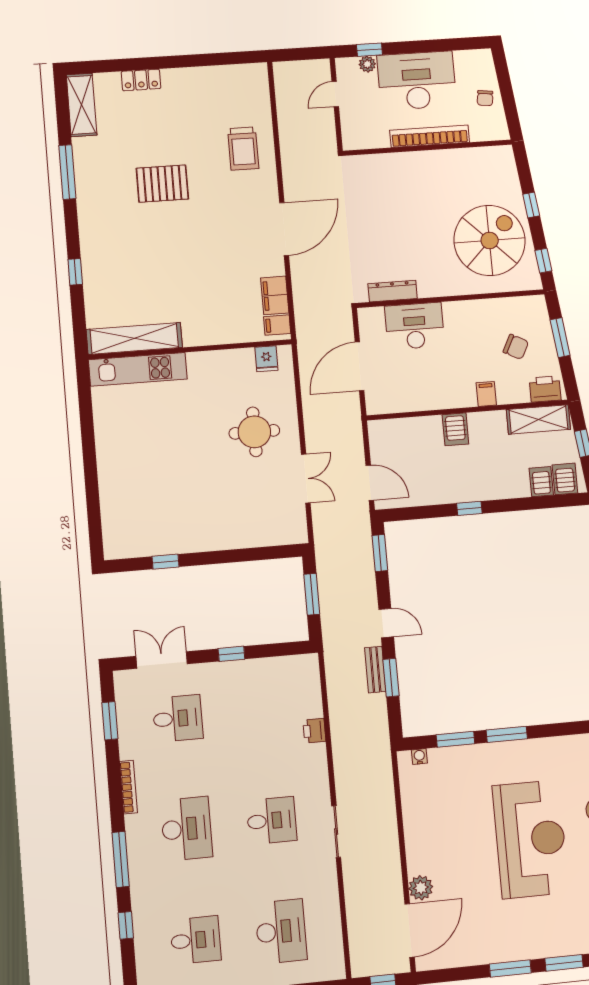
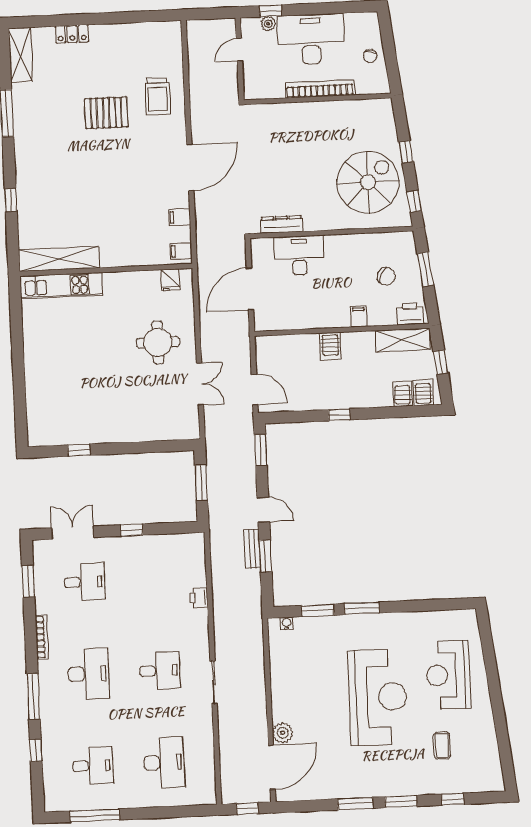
pallet: (162, 184) -> (106, 113), moved
filing cabinet: (275, 295) -> (179, 217), width x0.50

